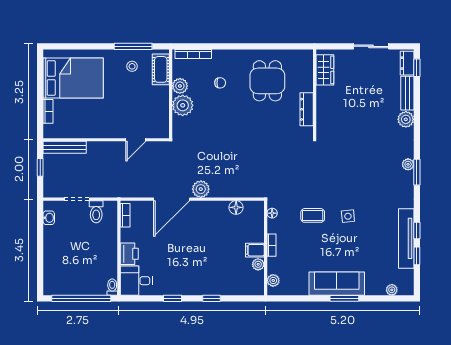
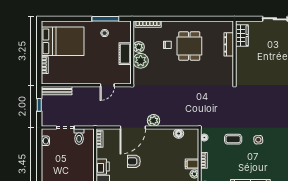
cot: (161, 69) -> (125, 54), moved
dining table: (267, 81) -> (189, 46), moved
dresser: (307, 109) -> (229, 44), moved
armchair: (173, 247) -> (134, 161), added

